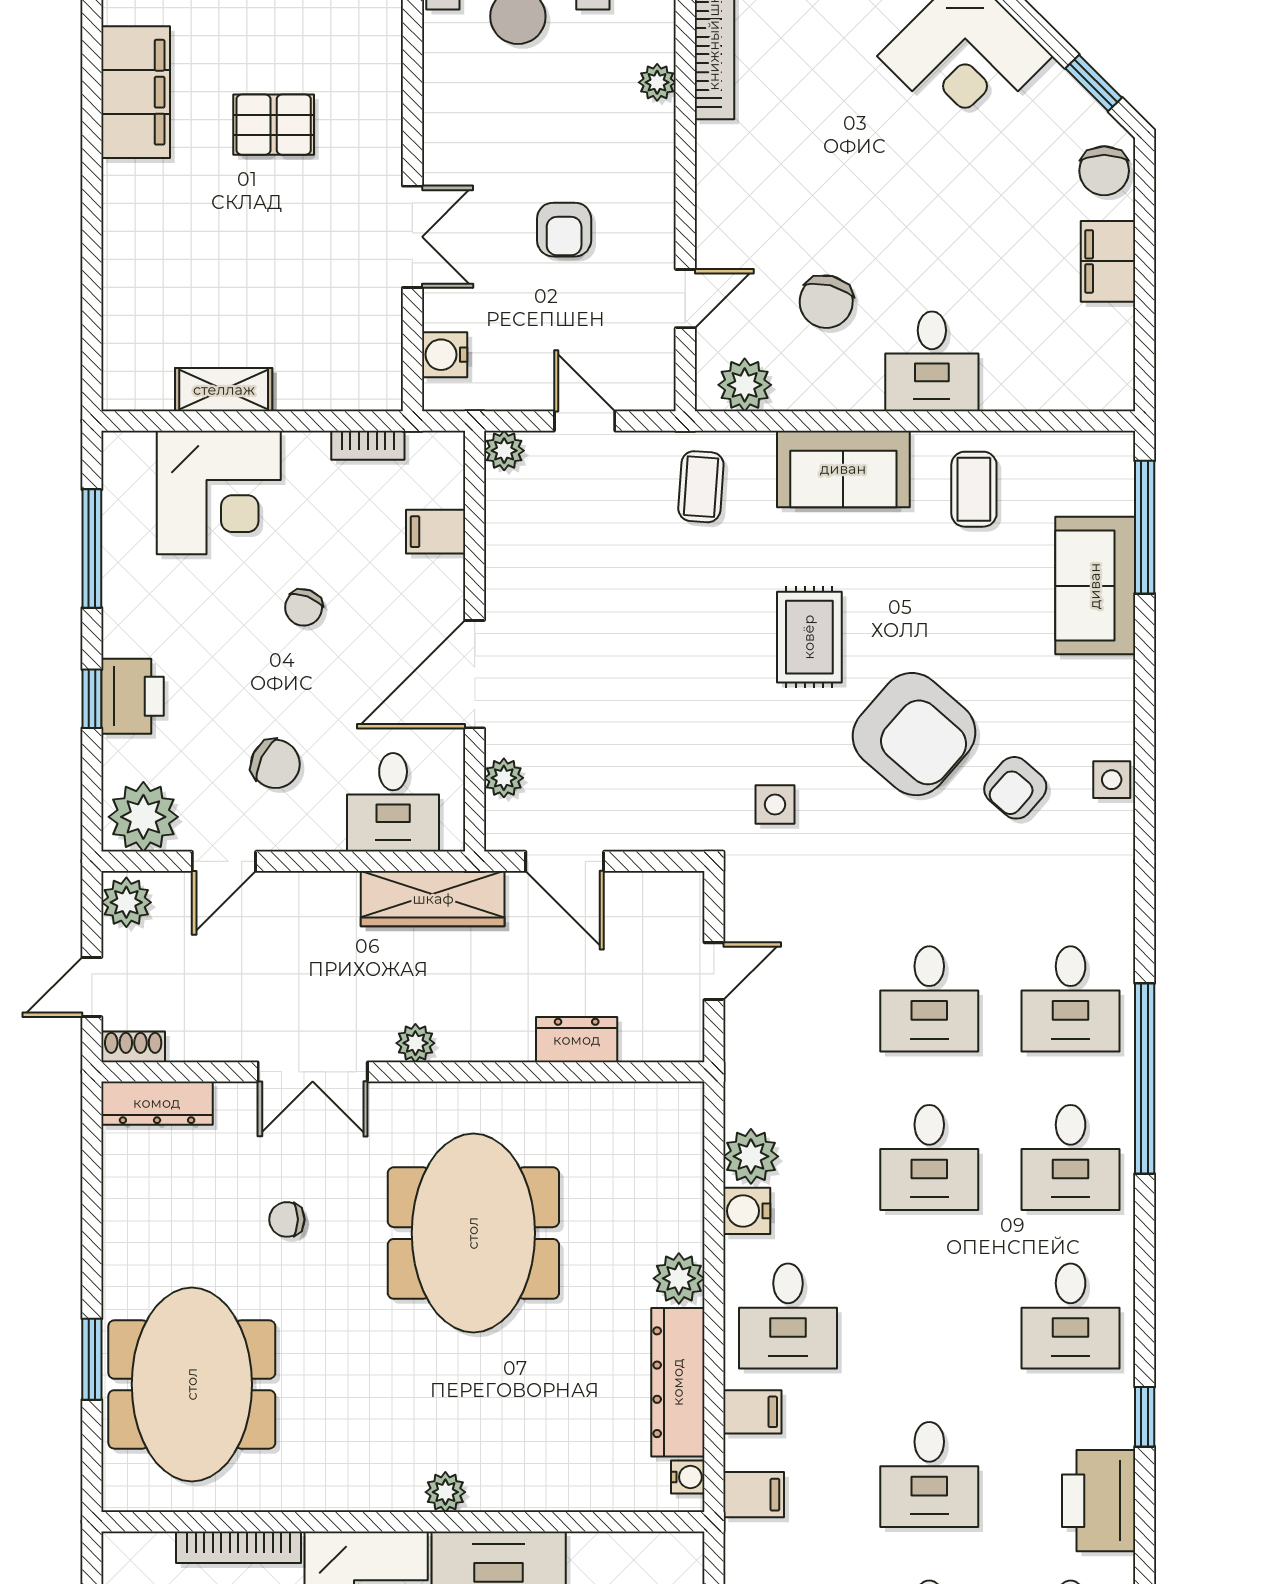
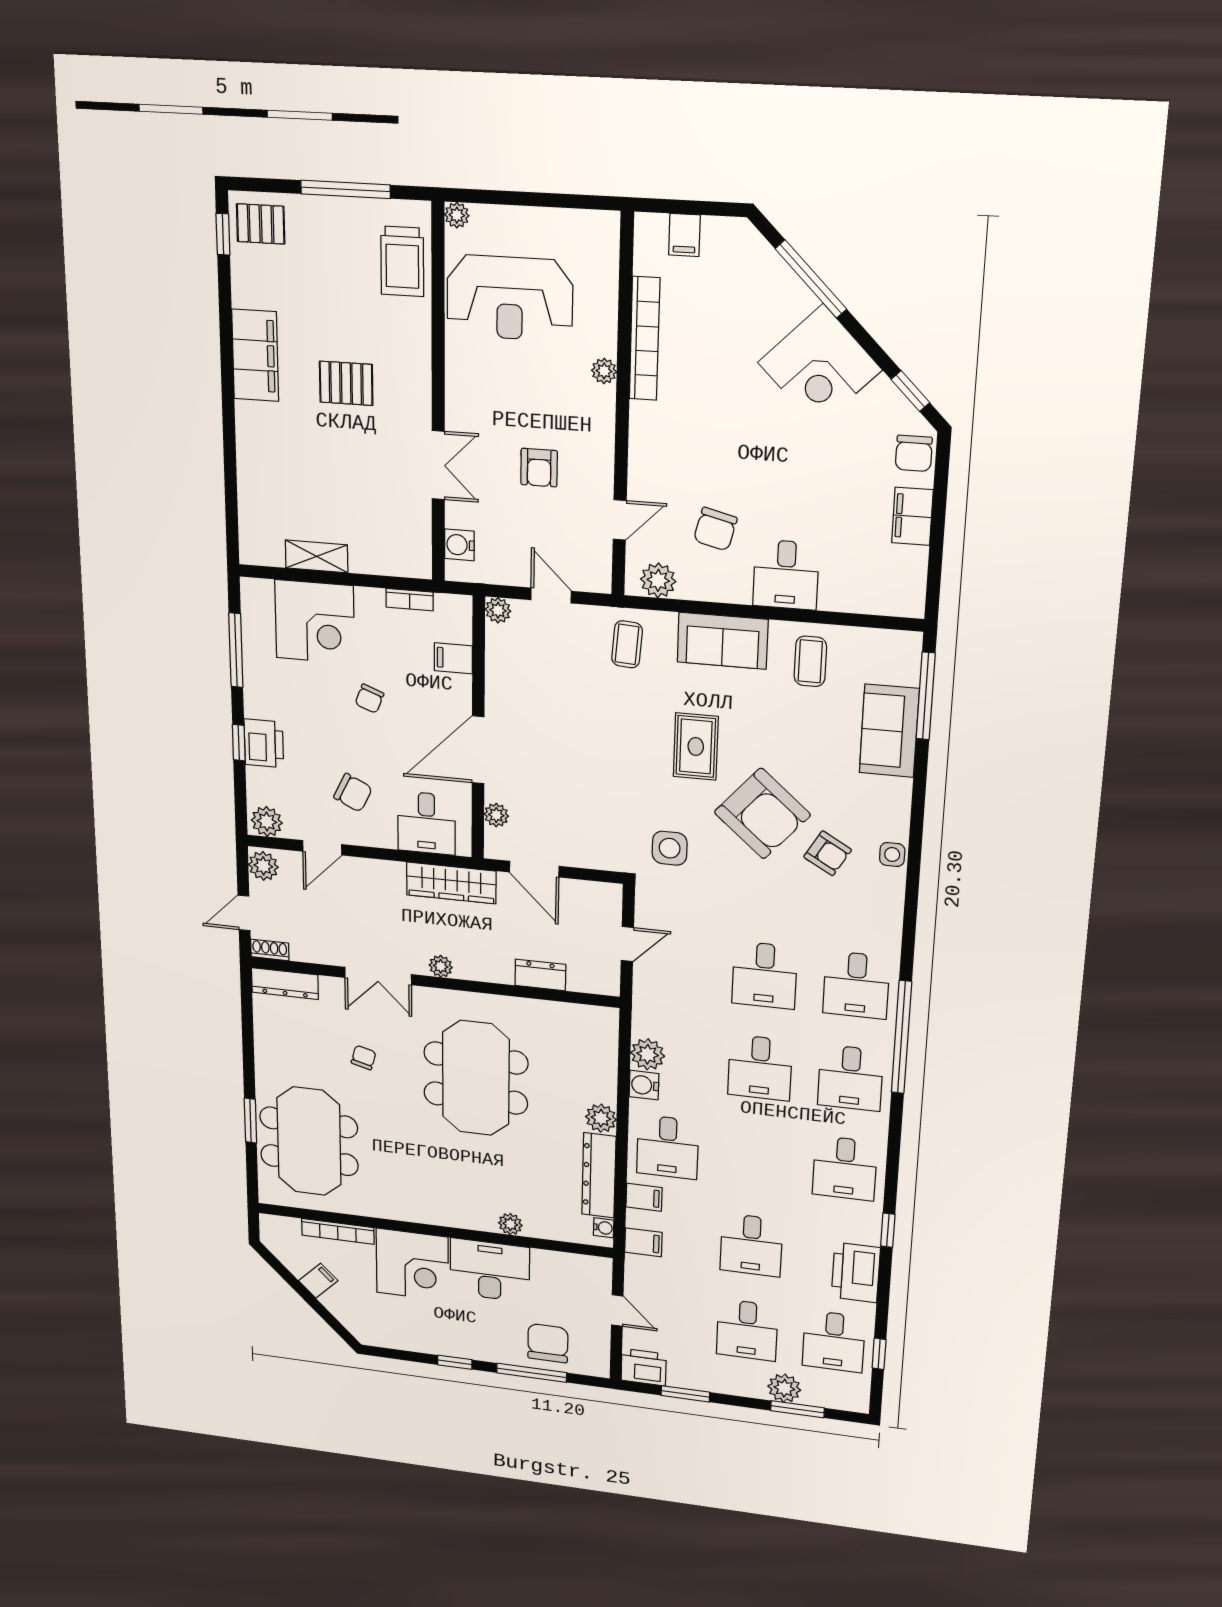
armchair: (1015, 788) -> (828, 853), turned -101
side table: (775, 805) -> (670, 848), width x1.37, depth x1.37
plant: (143, 817) -> (267, 822), width x0.73, depth x0.73
chair: (287, 1219) -> (364, 1058), turned 105
plant: (445, 1492) -> (510, 1224), moved

